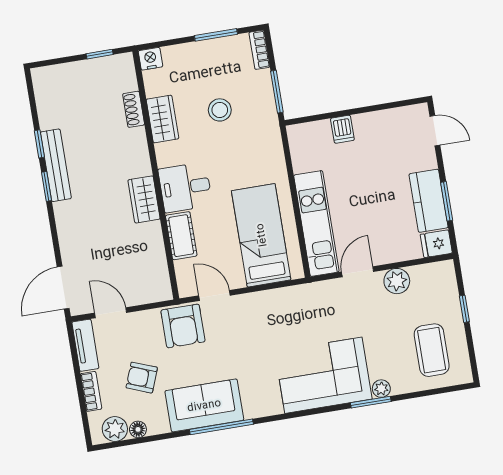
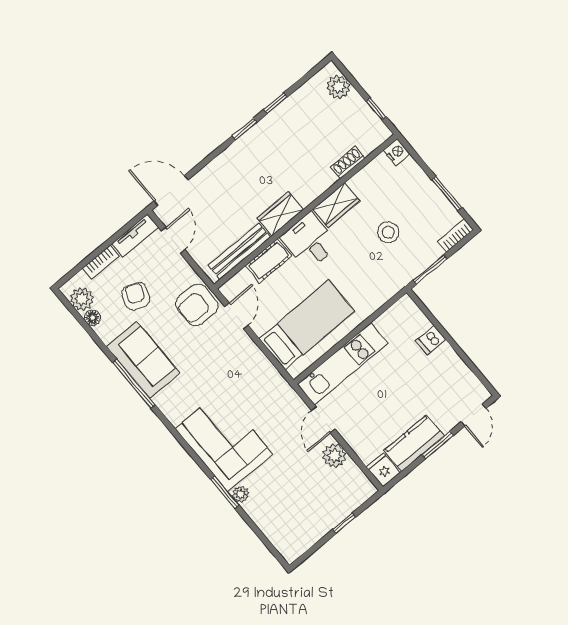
plant: (58, 77) -> (338, 87), added
wardrobe: (162, 119) -> (336, 205), moved
bench: (56, 165) -> (239, 251), moved
window: (447, 201) -> (438, 445), moved
door: (358, 272) -> (323, 420), swing flipped
coffee table: (432, 350) -> (295, 516), removed

